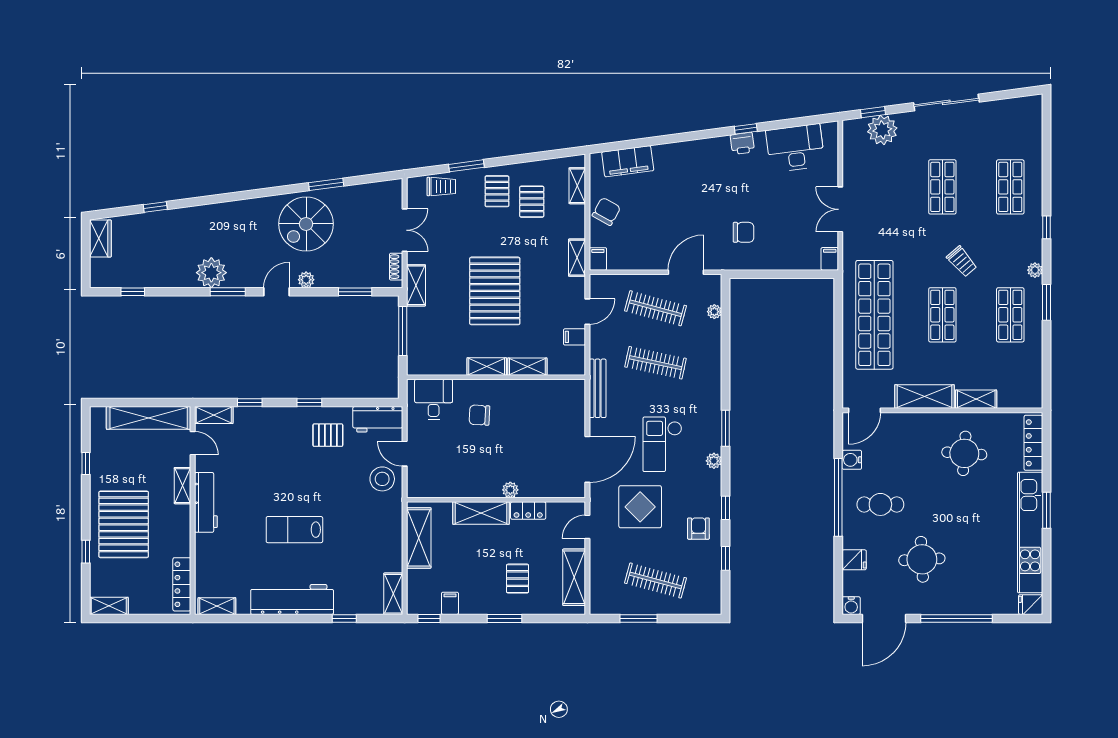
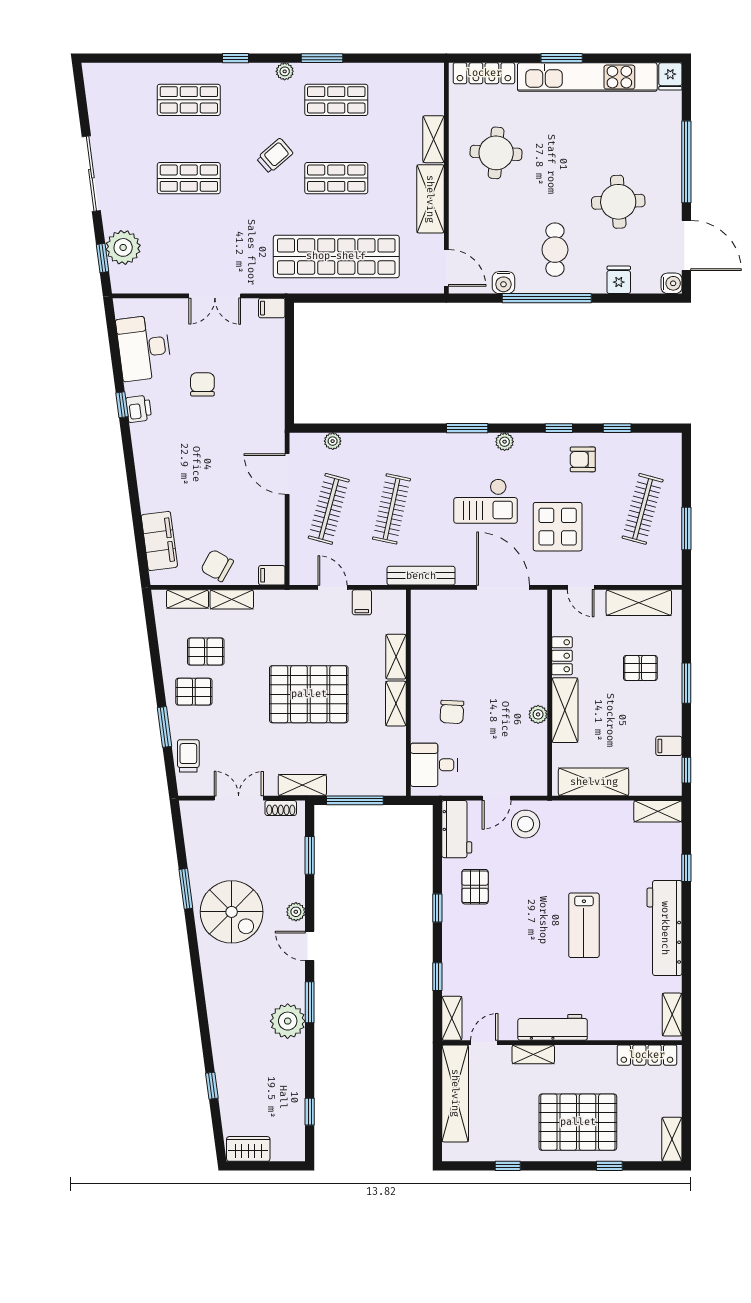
chair: (743, 232) -> (202, 384), moved
shelving: (577, 258) -> (232, 599), moved
plant: (510, 490) -> (538, 714), moved

